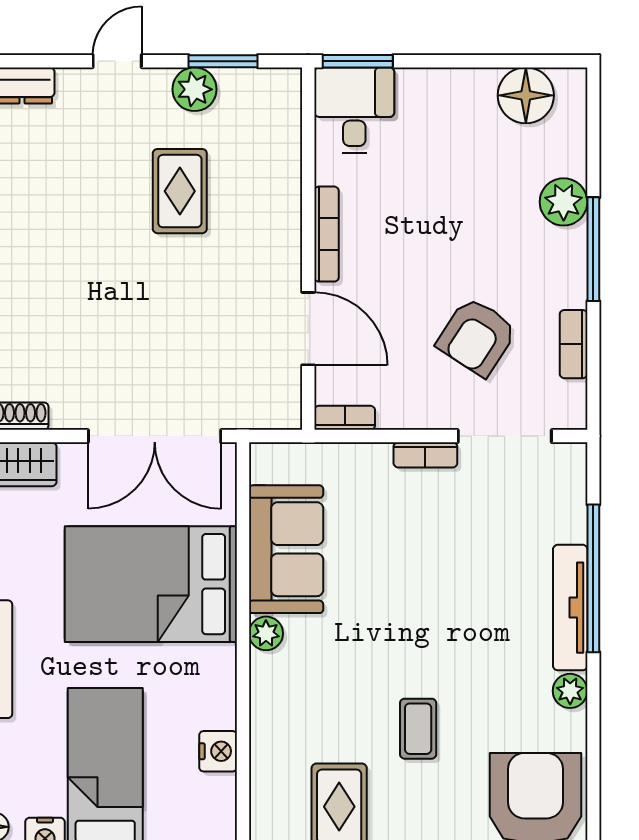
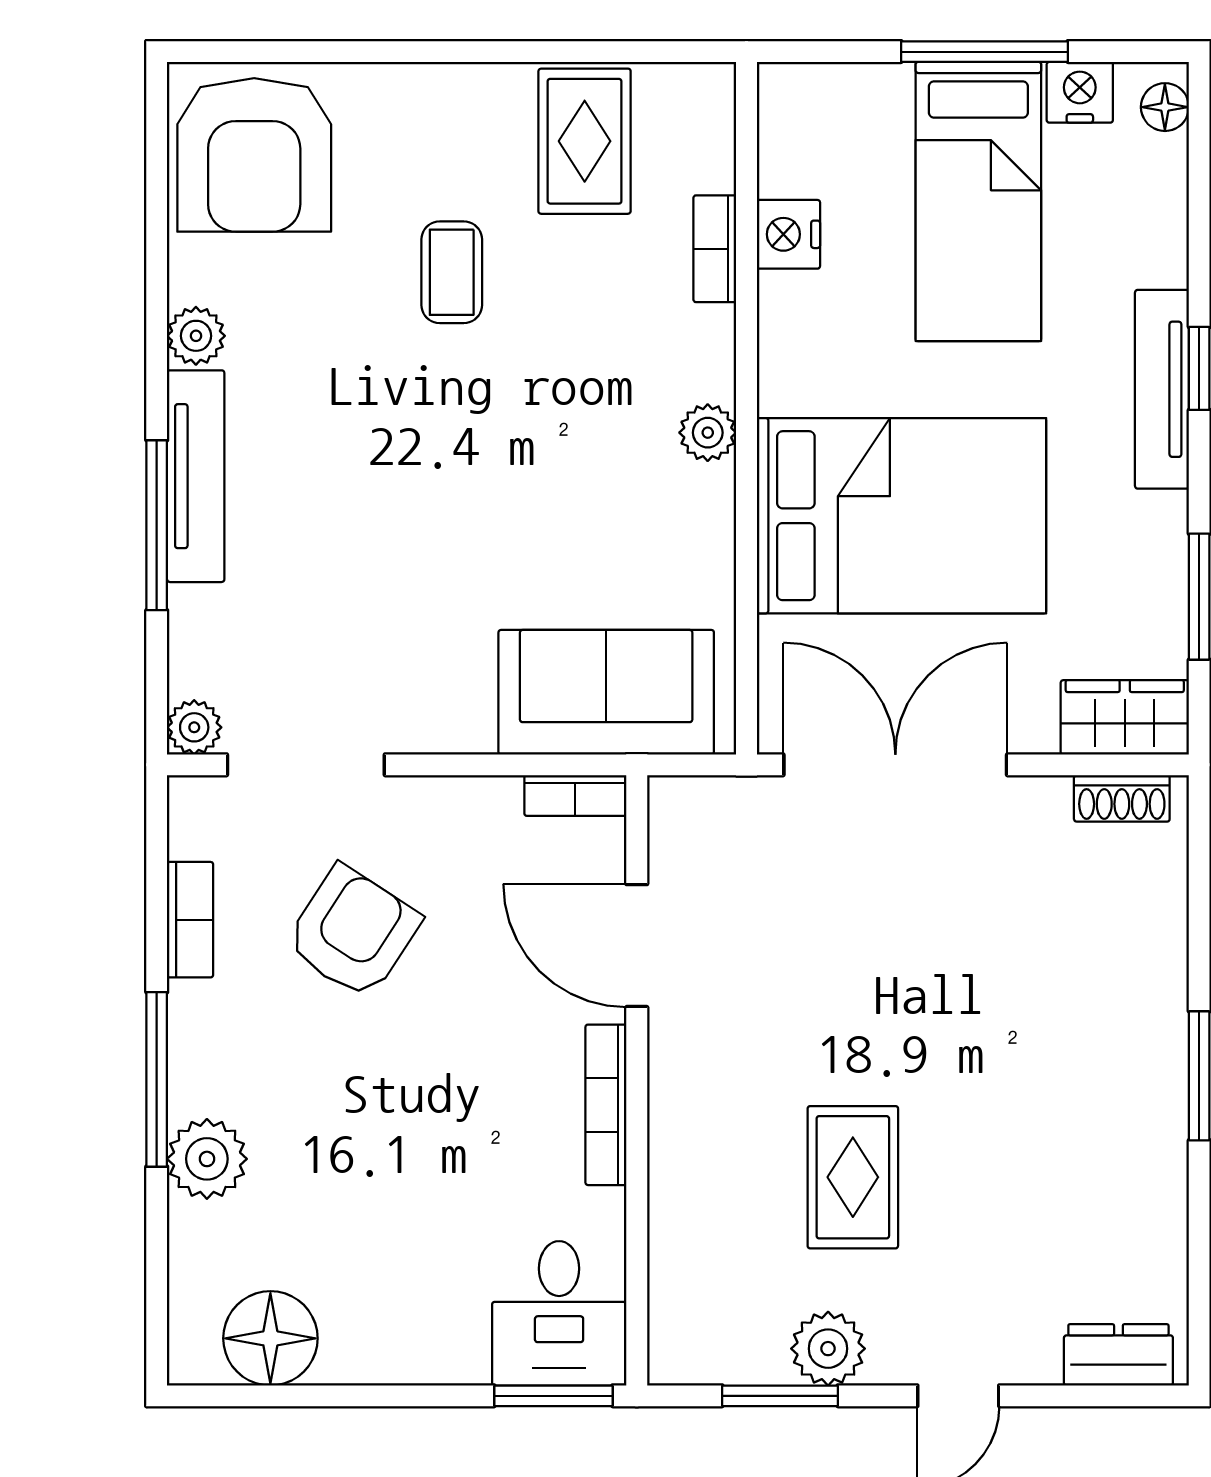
bookcase: (425, 455) -> (715, 249), moved, turned -90
plant: (571, 458) -> (194, 727), added
sofa: (286, 549) -> (606, 692), moved, turned 90
window: (593, 578) -> (157, 525), width x0.68

